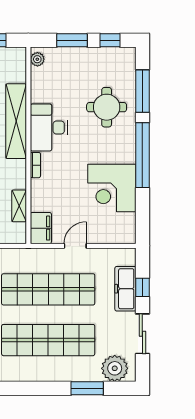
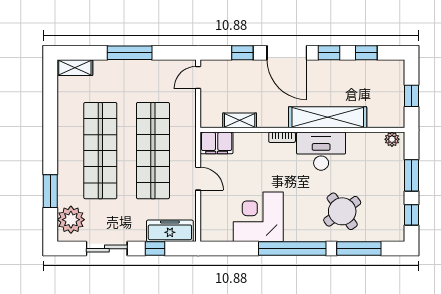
round table: (107, 107) -> (342, 211), turned -36
freezer: (125, 289) -> (170, 231), moved

